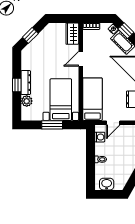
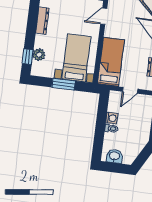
dresser: (26, 83) -> (42, 21), moved
window: (17, 85) -> (28, 57), moved
washing machine: (100, 137) -> (112, 118), moved

